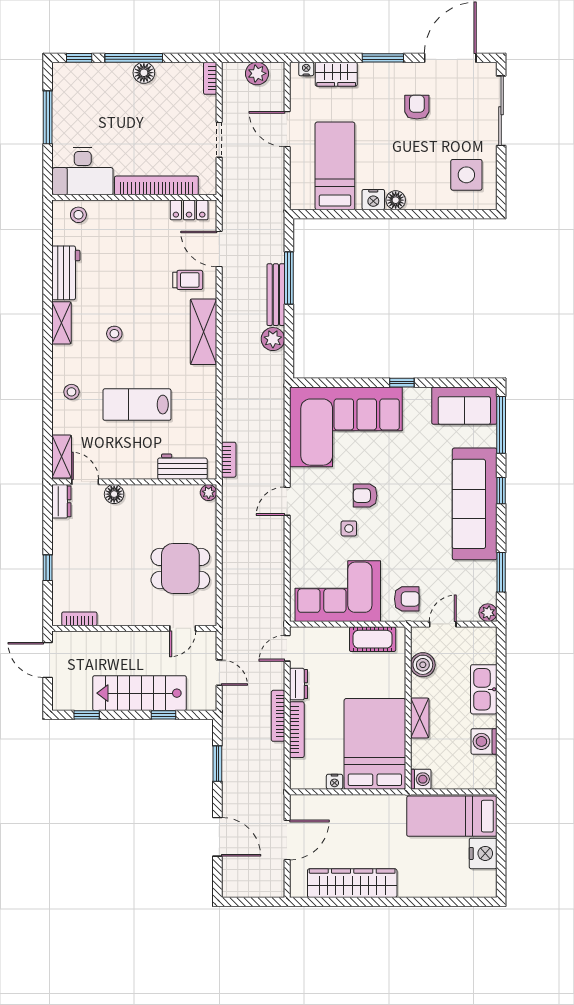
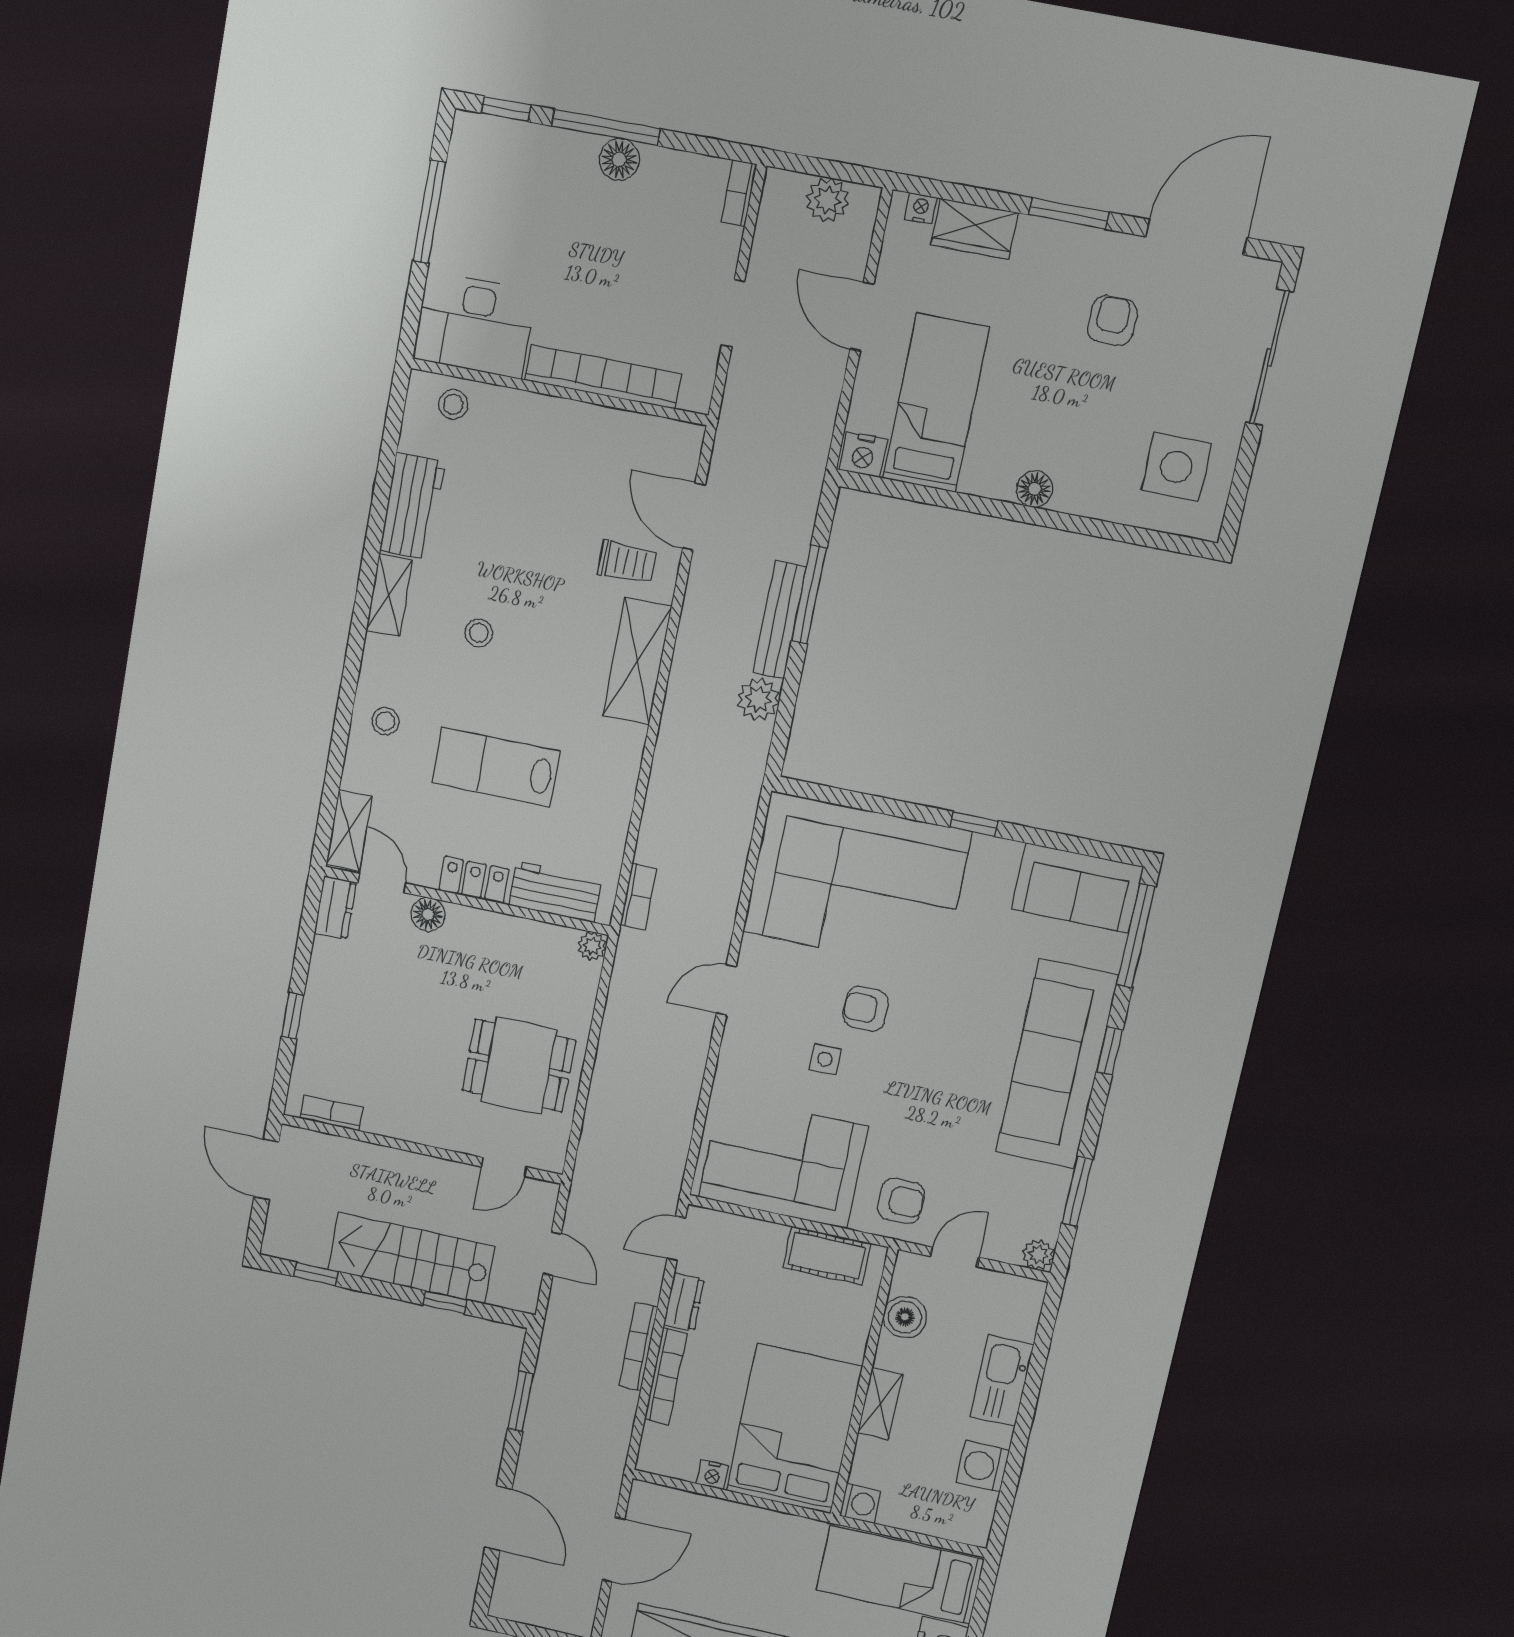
nightstand: (373, 200) -> (863, 455), moved
locker: (189, 210) -> (474, 880), moved, turned 180

